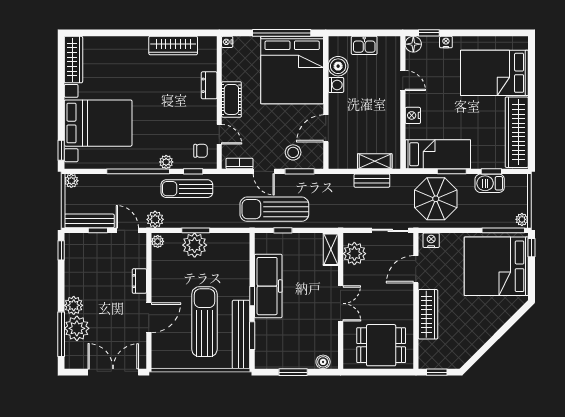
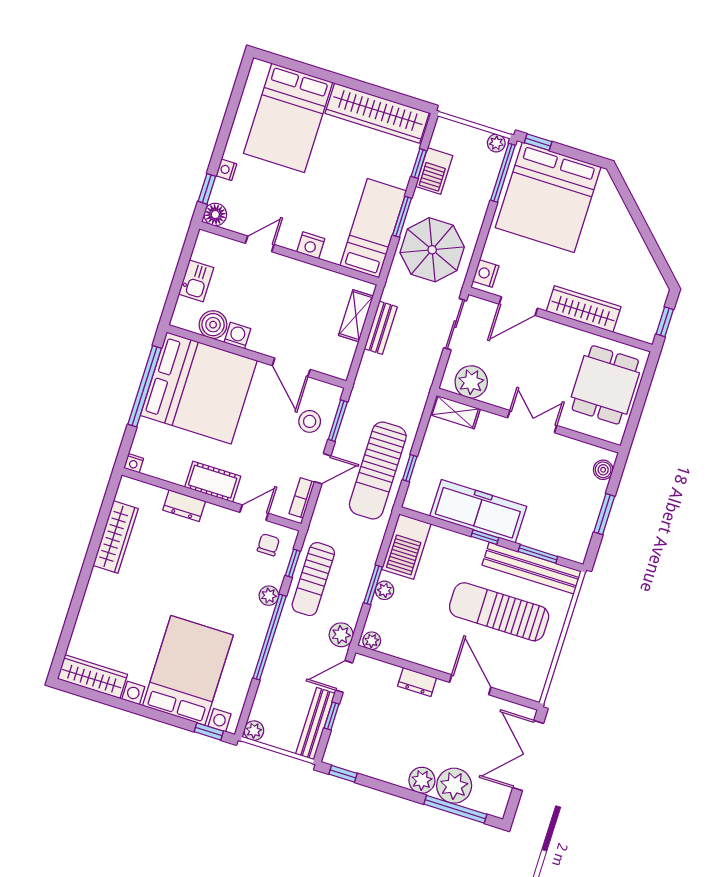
plant: (195, 245) -> (385, 590), width x0.53, depth x0.53
barbecue: (229, 245) -> (406, 547), added
door: (416, 269) -> (518, 306), hinge flipped

